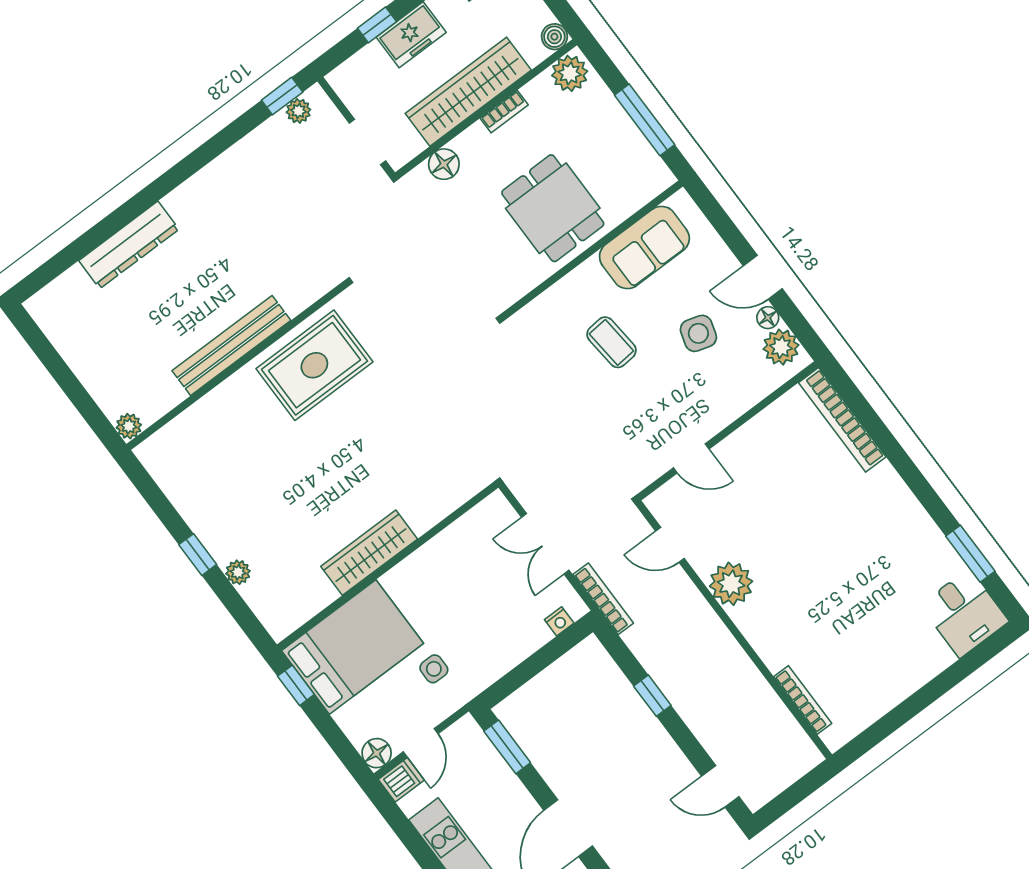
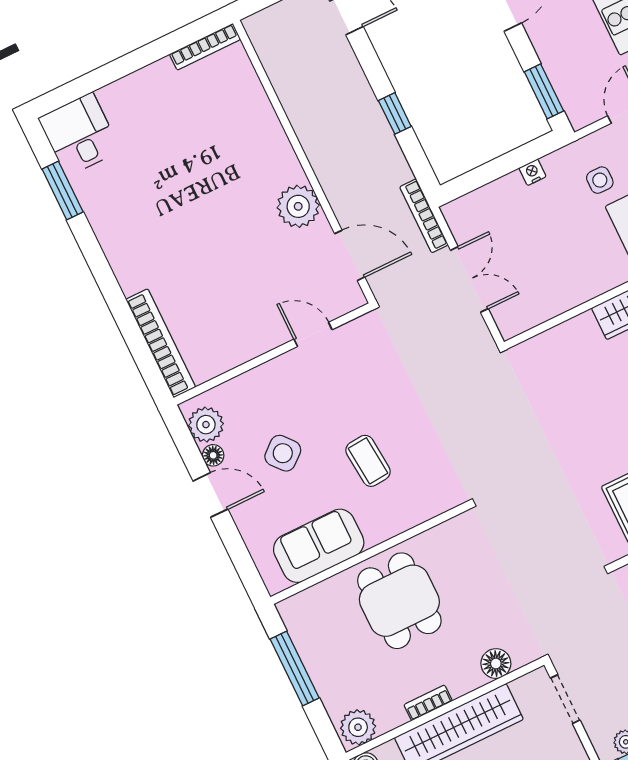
side table: (698, 333) -> (283, 453), turned 33
door: (670, 545) -> (350, 255), width x1.38
nightstand: (559, 621) -> (533, 172), moved
bookcase: (803, 700) -> (205, 47), moved, turned -90

